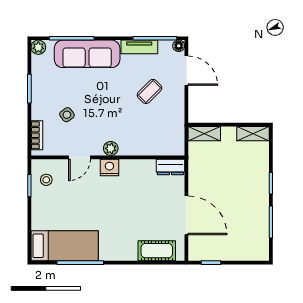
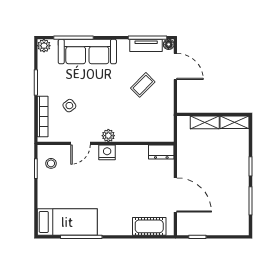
tv unit: (139, 47) -> (146, 45), moved
shelving: (204, 134) -> (205, 122), moved
bookcase: (37, 135) -> (43, 117), width x1.56

